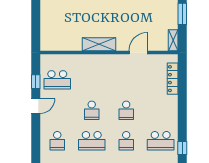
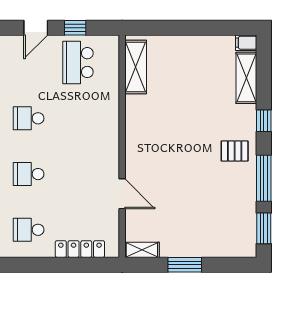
shelving: (99, 44) -> (136, 67), moved
door: (36, 106) -> (36, 28), hinge flipped
school desk: (161, 110) -> (29, 230), added

